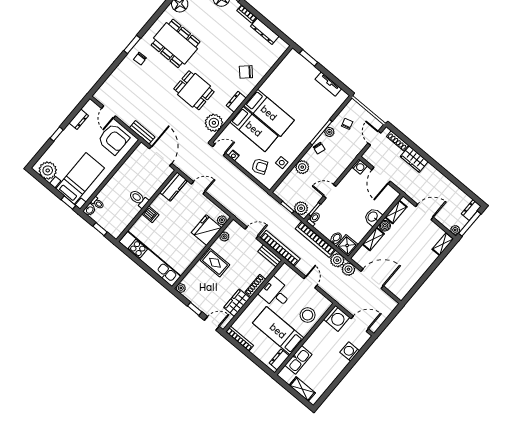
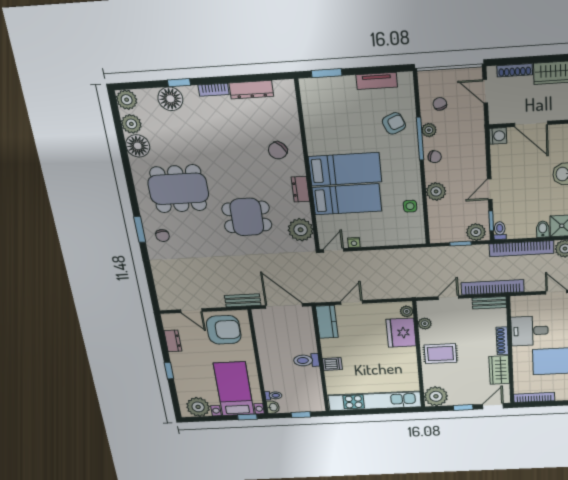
armchair: (260, 166) -> (394, 123), moved
plant: (181, 288) -> (436, 396), width x1.88, depth x1.88

